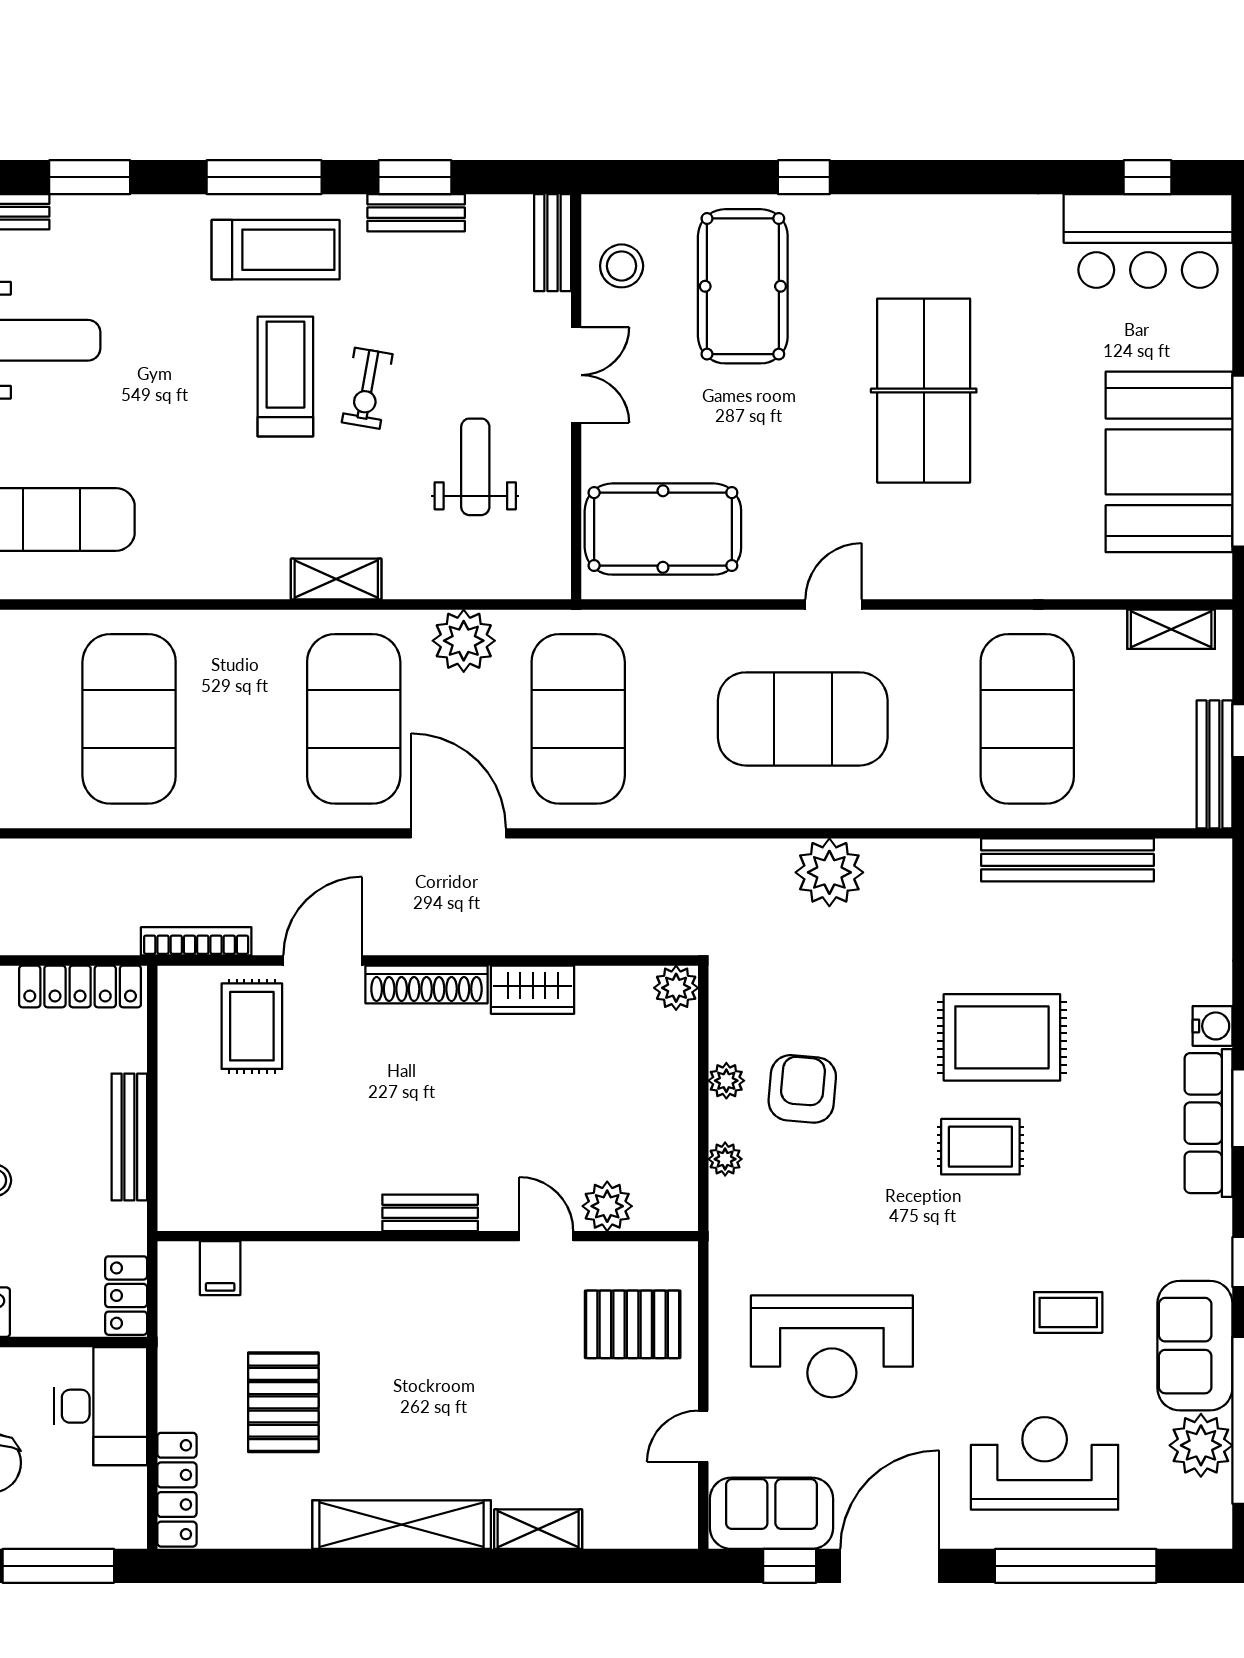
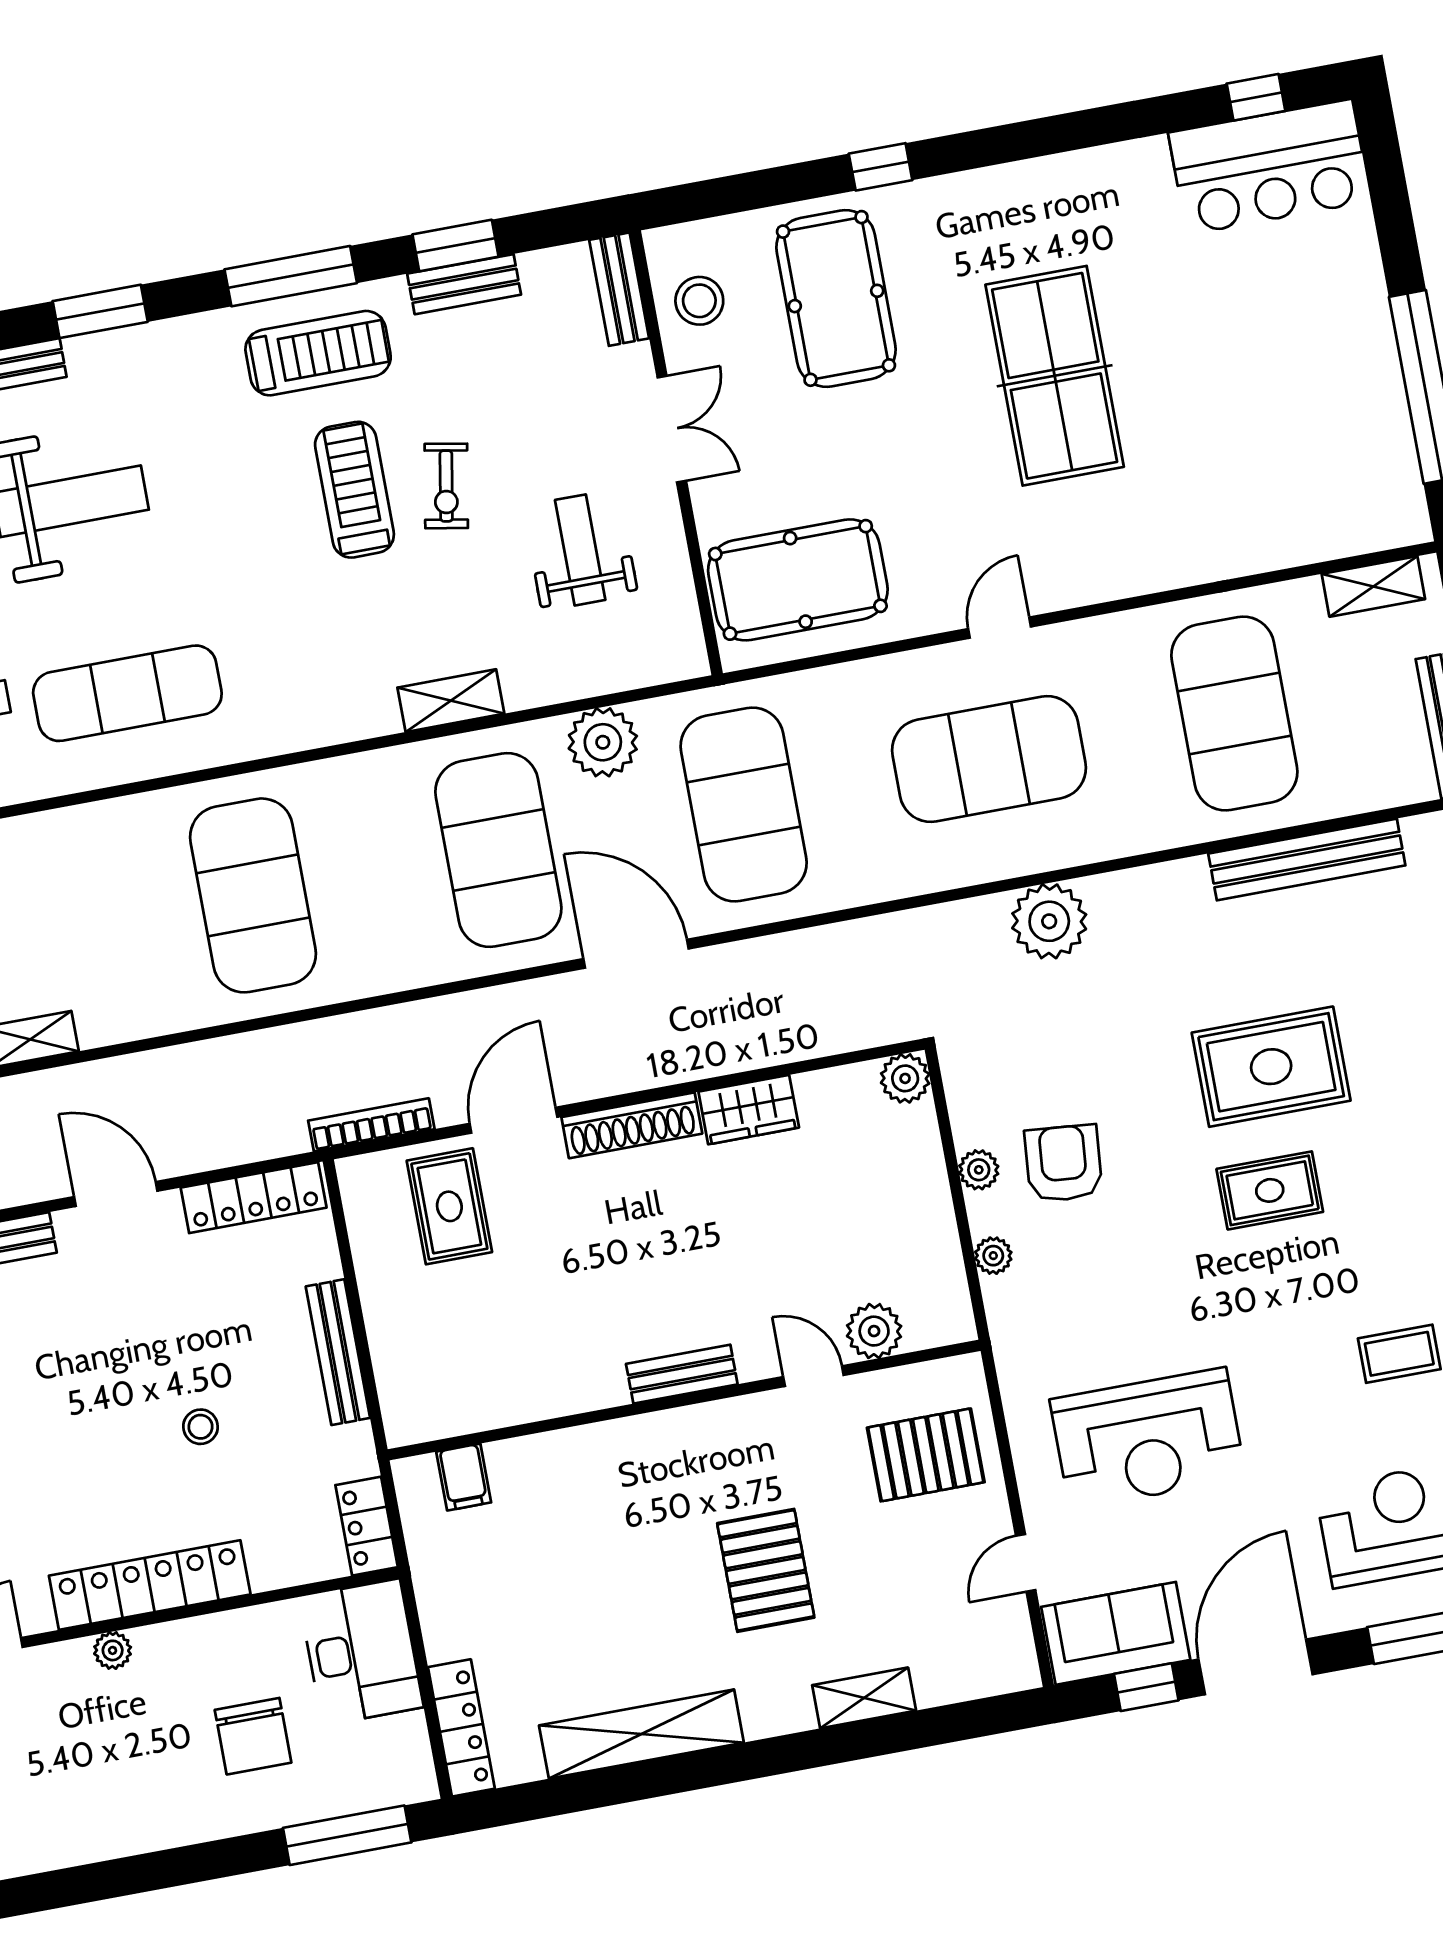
booth: (1169, 462) -> (1337, 404), removed
pallet: (283, 1402) -> (766, 1570), moved
shelving: (402, 1525) -> (641, 1734), moved

